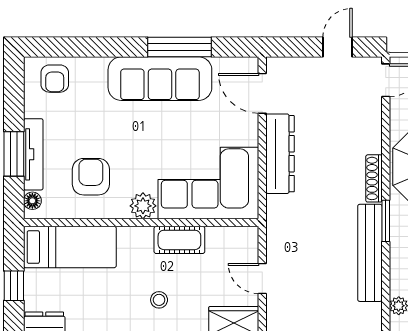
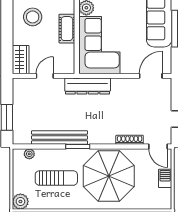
dresser: (280, 154) -> (88, 86), moved
shoe rack: (374, 178) -> (130, 140), moved
stool: (159, 300) -> (33, 17), width x1.89, depth x1.89

